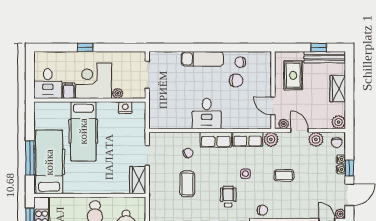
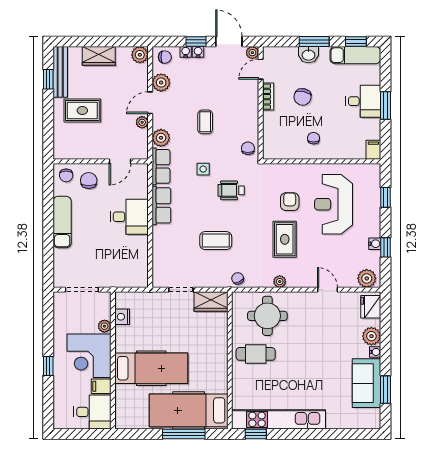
wall: (273, 90) -> (101, 161), moved
door: (273, 106) -> (120, 161), moved
chair: (188, 153) -> (238, 278), moved

